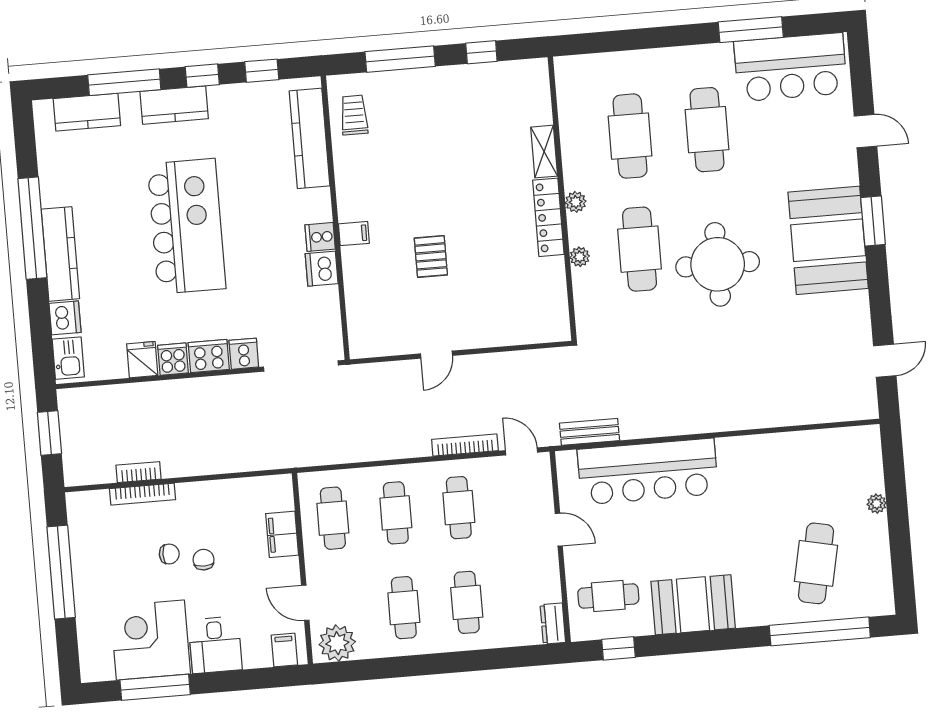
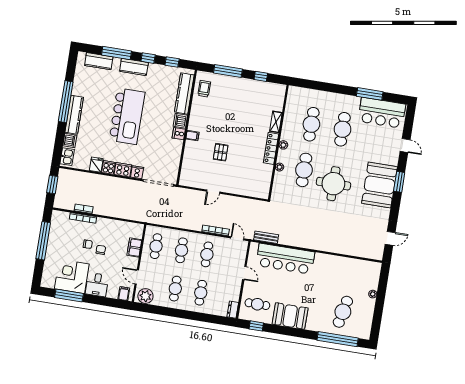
dishwasher: (322, 269) -> (180, 121), moved

